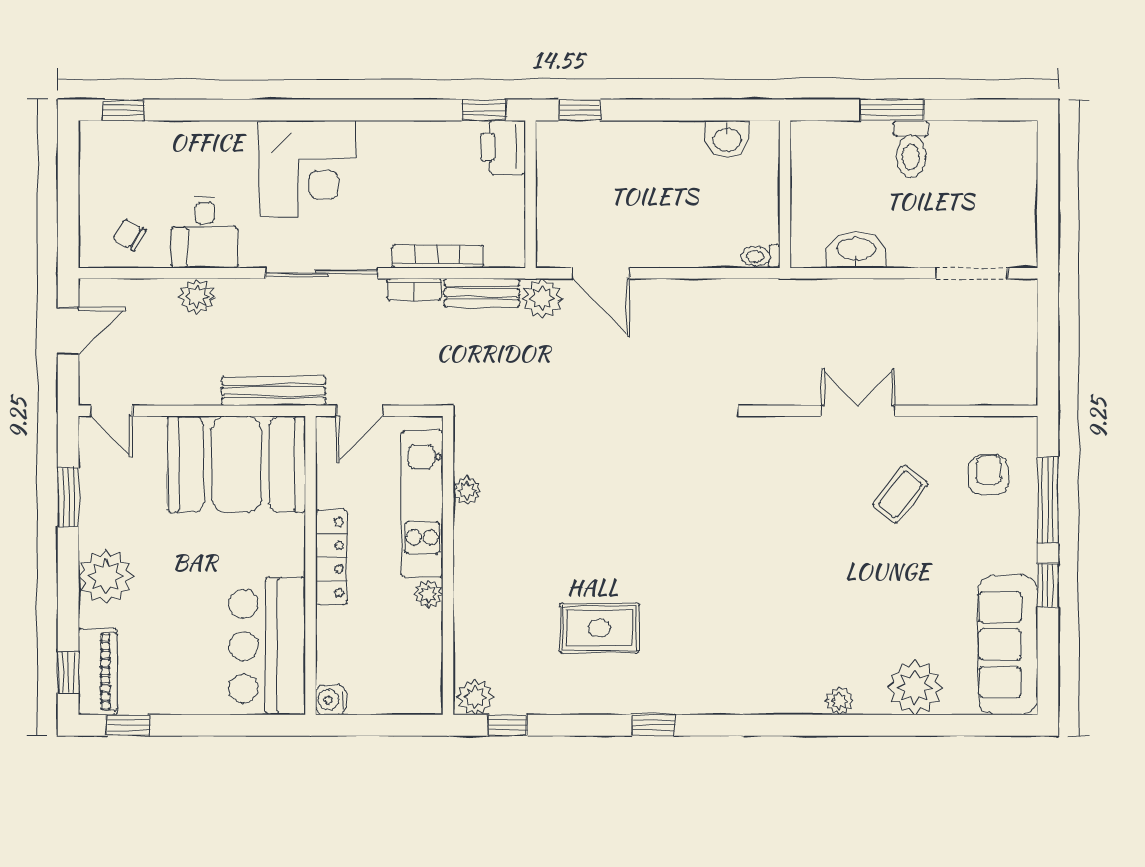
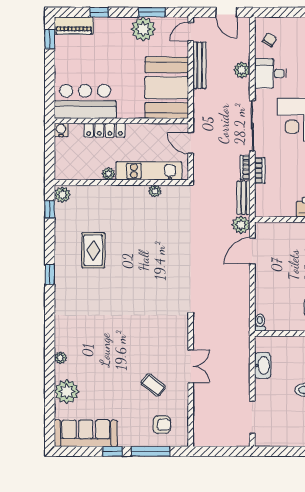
bookcase: (438, 256) -> (260, 171), width x0.64
bench: (274, 391) -> (199, 65), moved
locker: (331, 557) -> (105, 130), moved
plant: (106, 577) -> (143, 29), moved
window: (68, 672) -> (99, 12), moved

